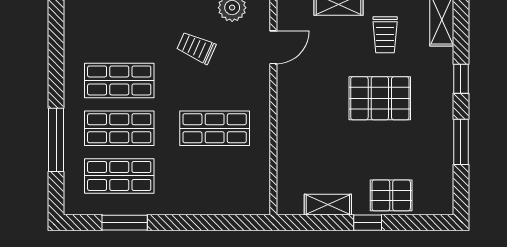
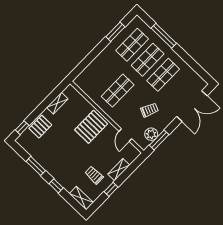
pallet: (380, 98) -> (91, 127), moved
window: (368, 223) -> (22, 128), moved

